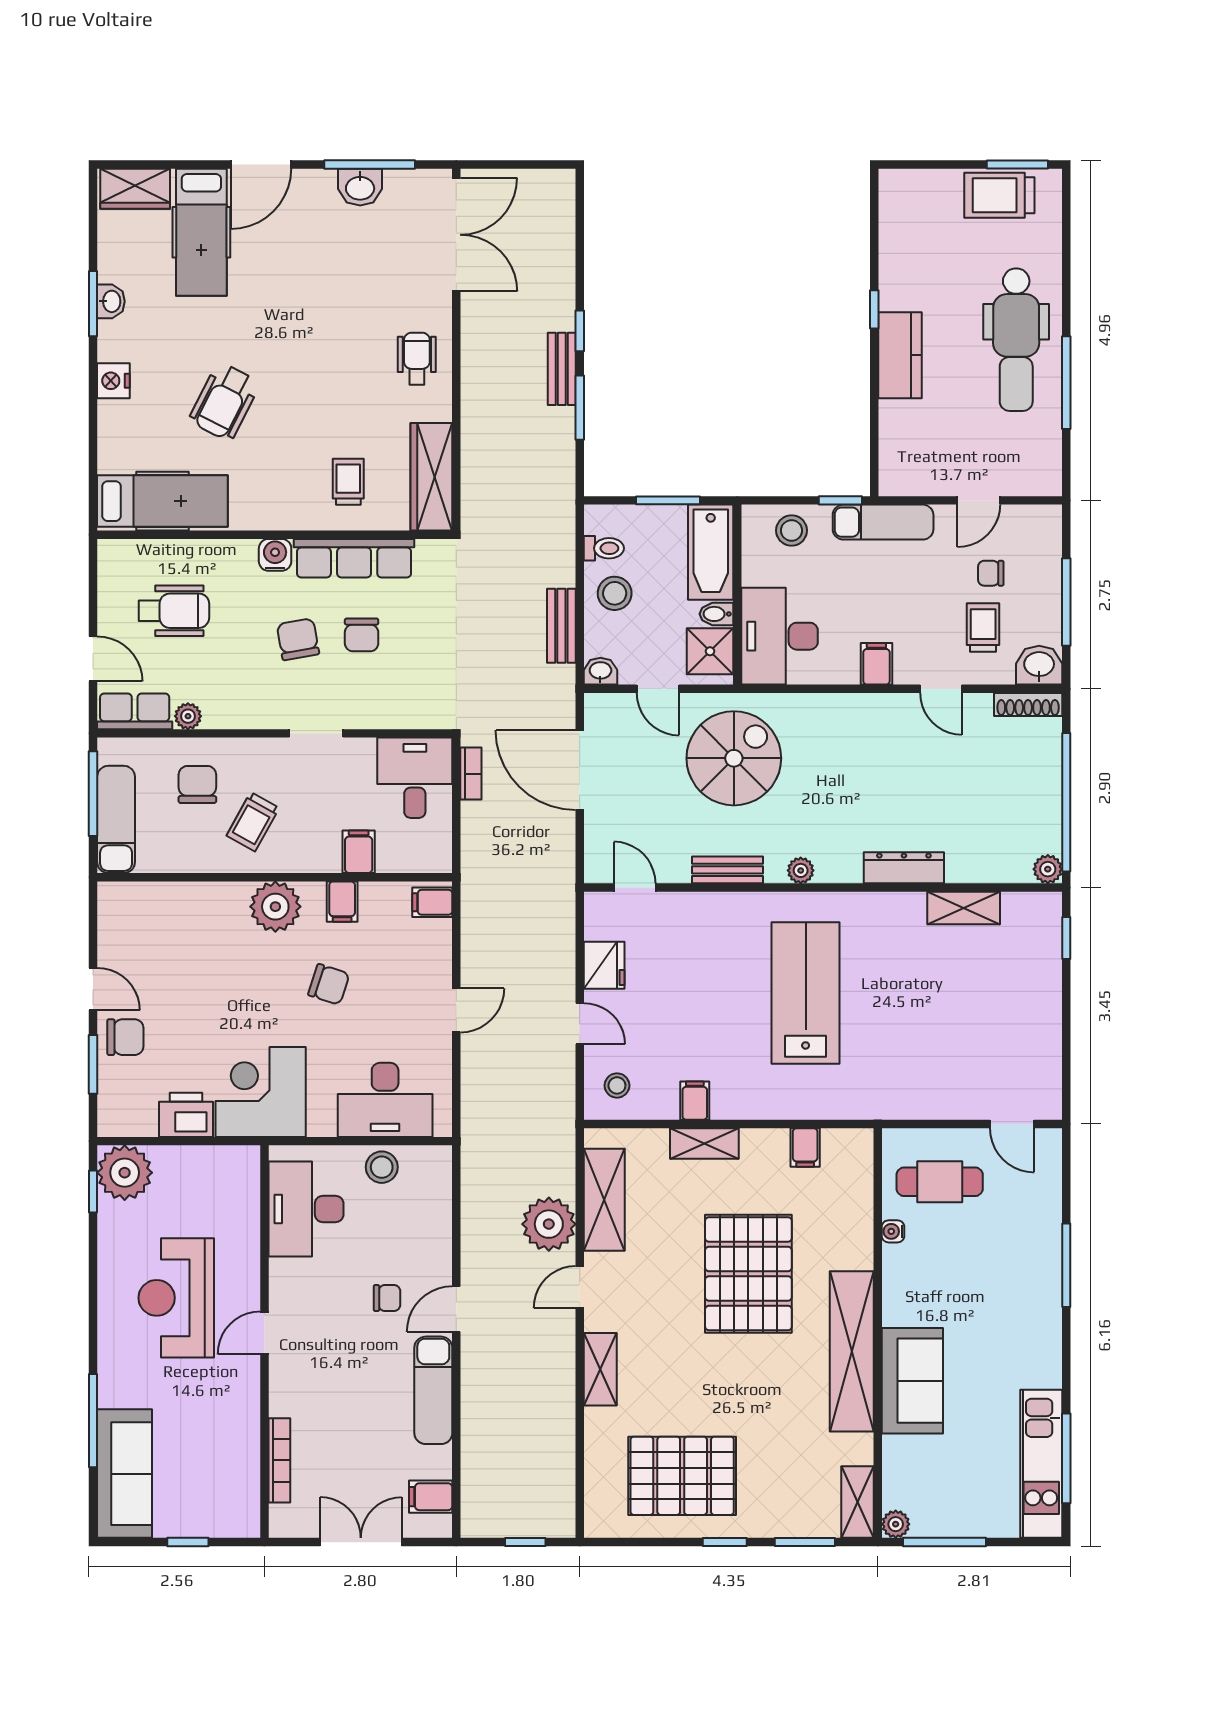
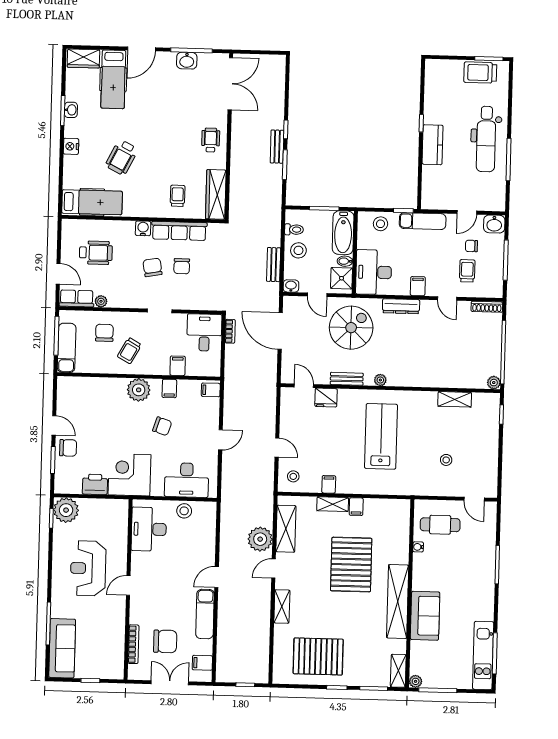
washbasin: (1039, 665) -> (494, 224), moved, turned 180
dresser: (904, 868) -> (401, 306), moved, turned 180
fridge: (604, 965) -> (326, 398), moved, turned 90
stool: (949, 1040) -> (446, 460), added
filing cabinet: (805, 1148) -> (356, 507), moved
chair: (387, 1298) -> (165, 641), moved, width x1.87, depth x1.87

